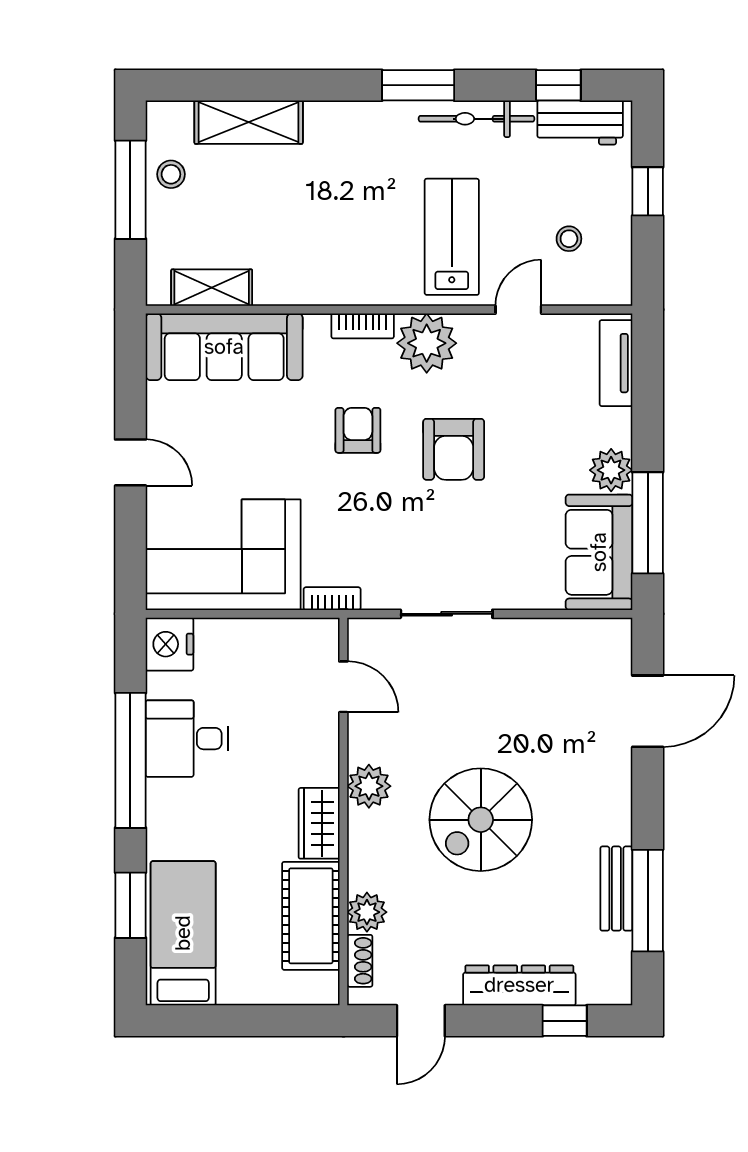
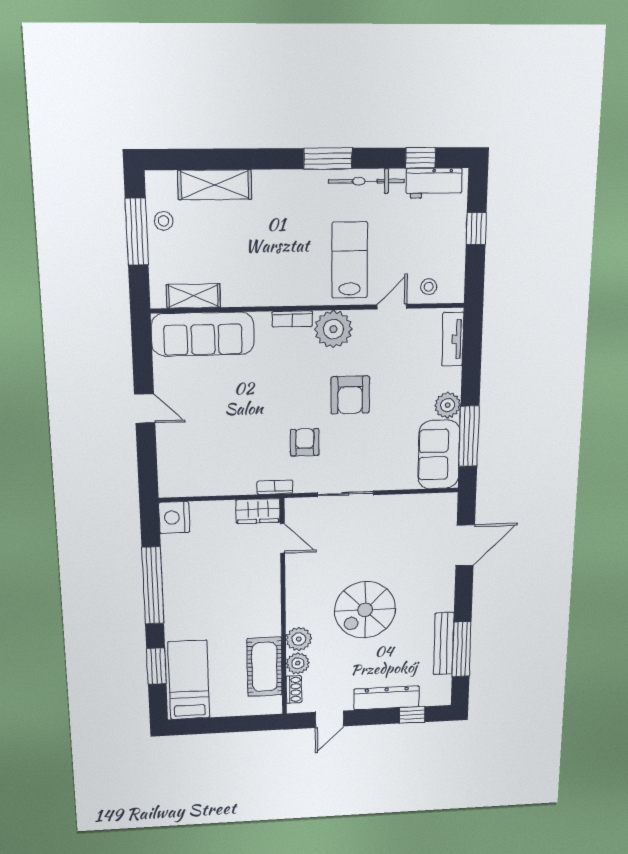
stool: (569, 239) -> (429, 287), moved
armchair: (358, 430) -> (305, 442), moved
corner sofa: (223, 555) -> (206, 463), removed
desk: (187, 739) -> (187, 572), removed
plant: (369, 786) -> (299, 639), moved
wardrobe: (319, 823) -> (258, 511), moved, turned -90
bench: (616, 889) -> (444, 644), width x1.36

